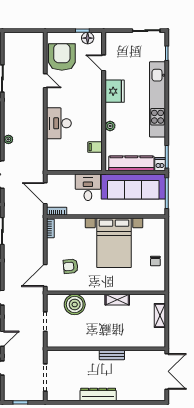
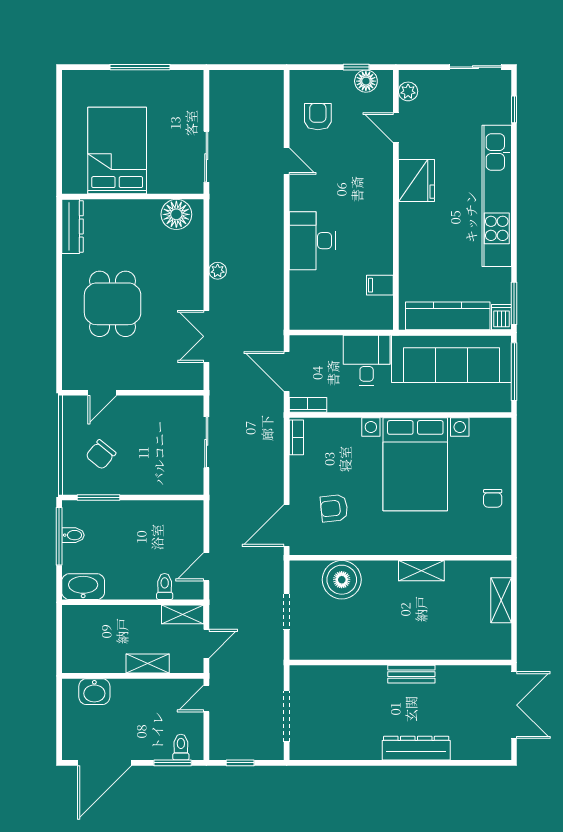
armchair: (62, 57) -> (318, 117), width x0.53, depth x0.53
plant: (110, 126) -> (408, 91), moved
dresser: (98, 394) -> (416, 748), moved

